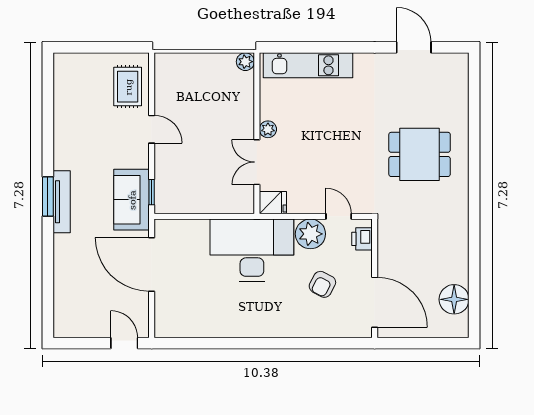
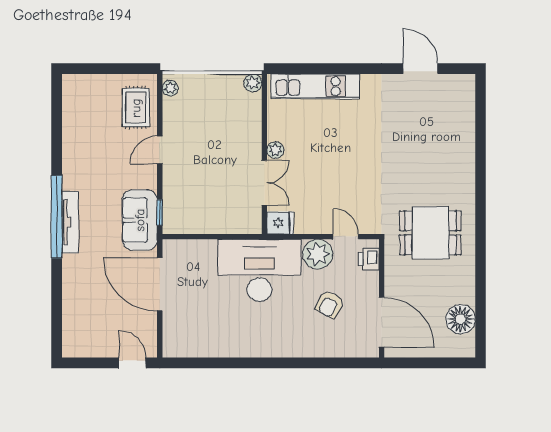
plant: (162, 67) -> (170, 88), added
door: (152, 129) -> (160, 150), swing flipped
dining table: (420, 154) -> (430, 233), moved
double door: (257, 162) -> (264, 183), swing flipped
window: (48, 196) -> (57, 217), width x2.11

